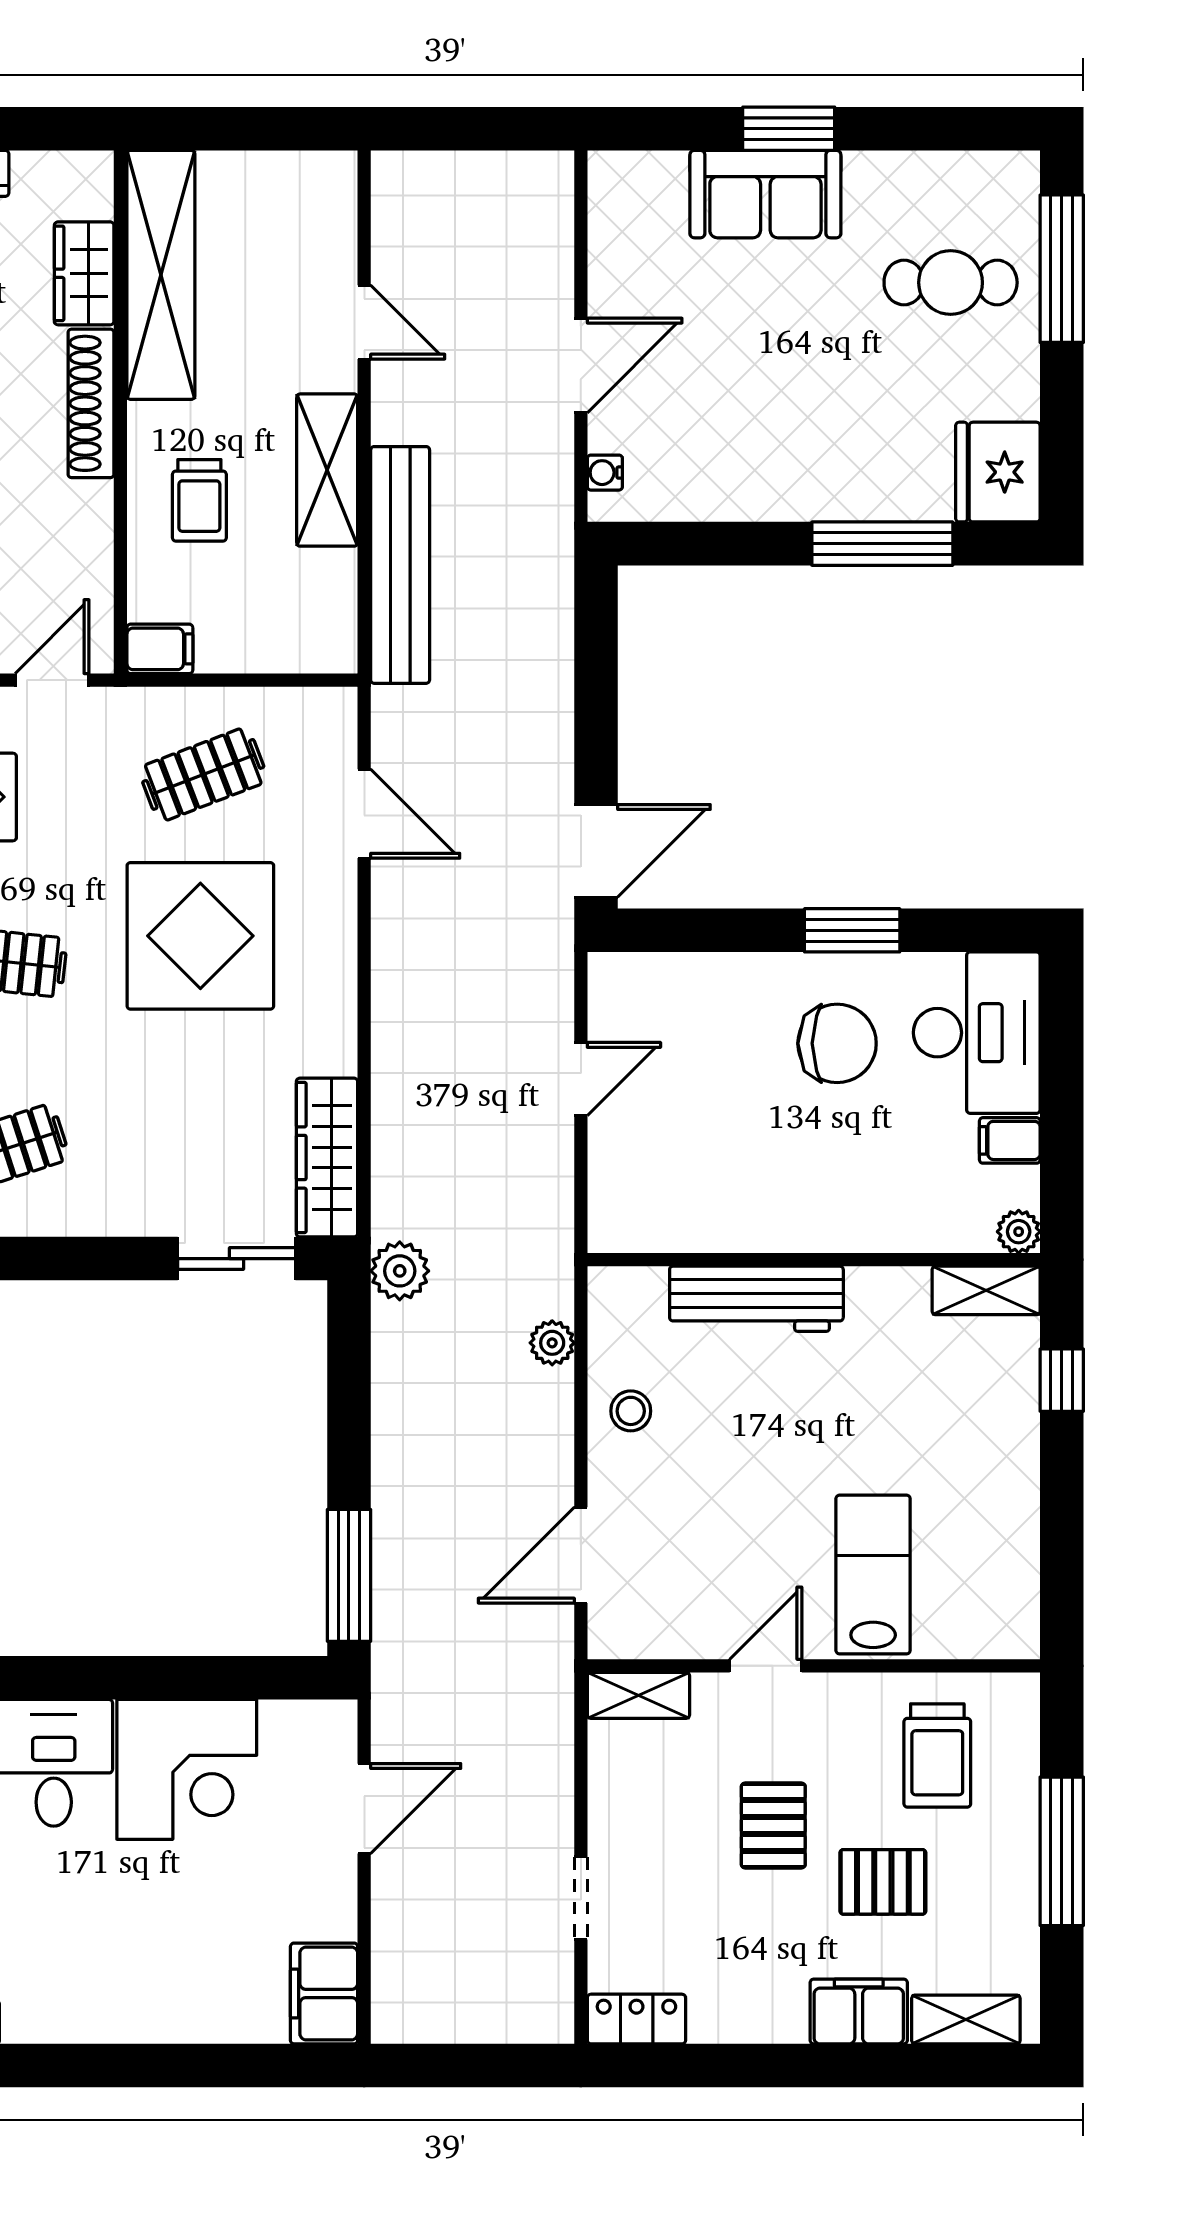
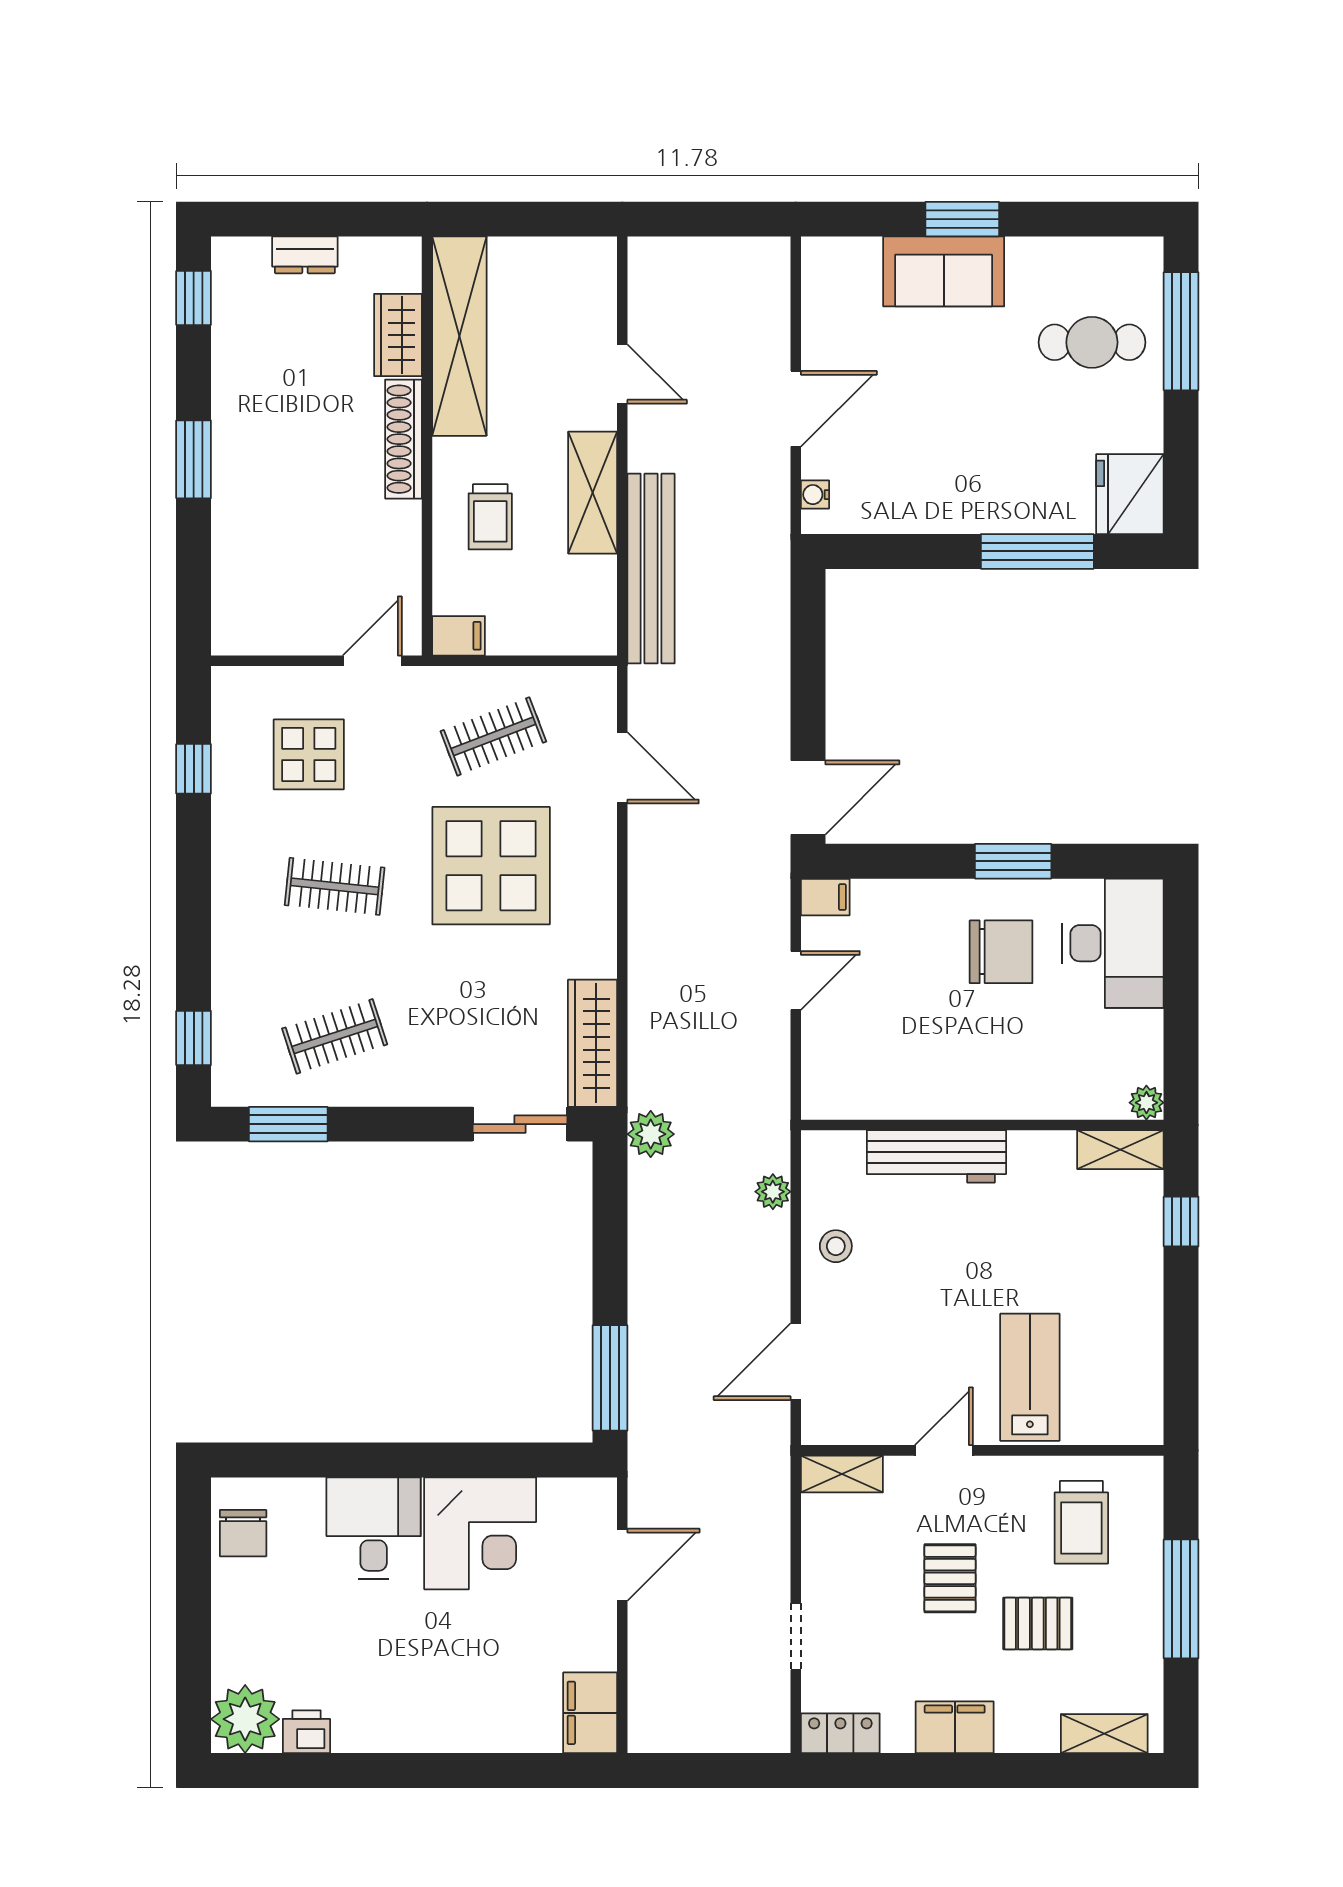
filing cabinet: (1010, 1140) -> (825, 897), moved, turned 180
filing cabinet: (859, 2011) -> (955, 1727), moved

